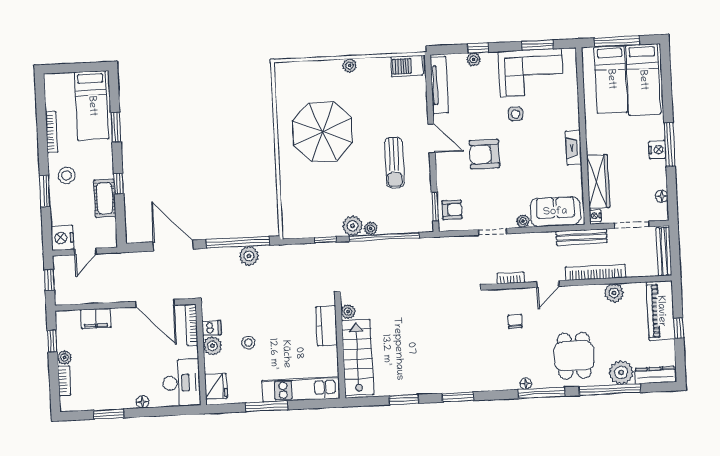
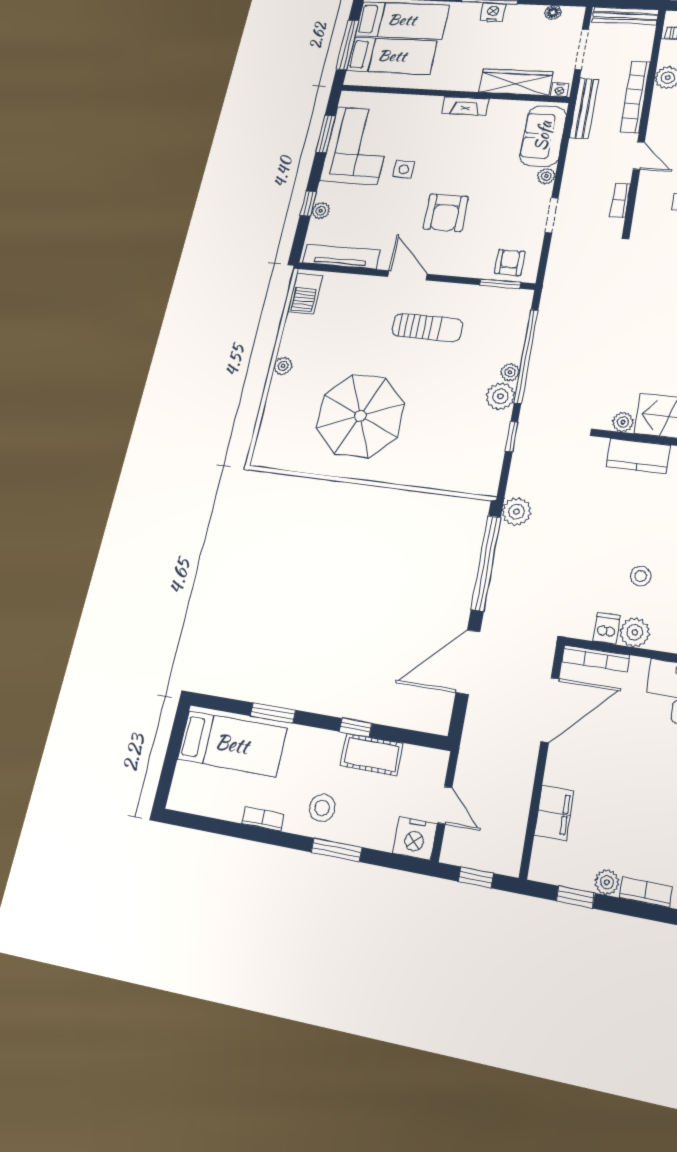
bookcase: (52, 132) -> (263, 819), width x0.64
door: (432, 138) -> (407, 275), hinge flipped
plant: (249, 256) -> (517, 512), moved

